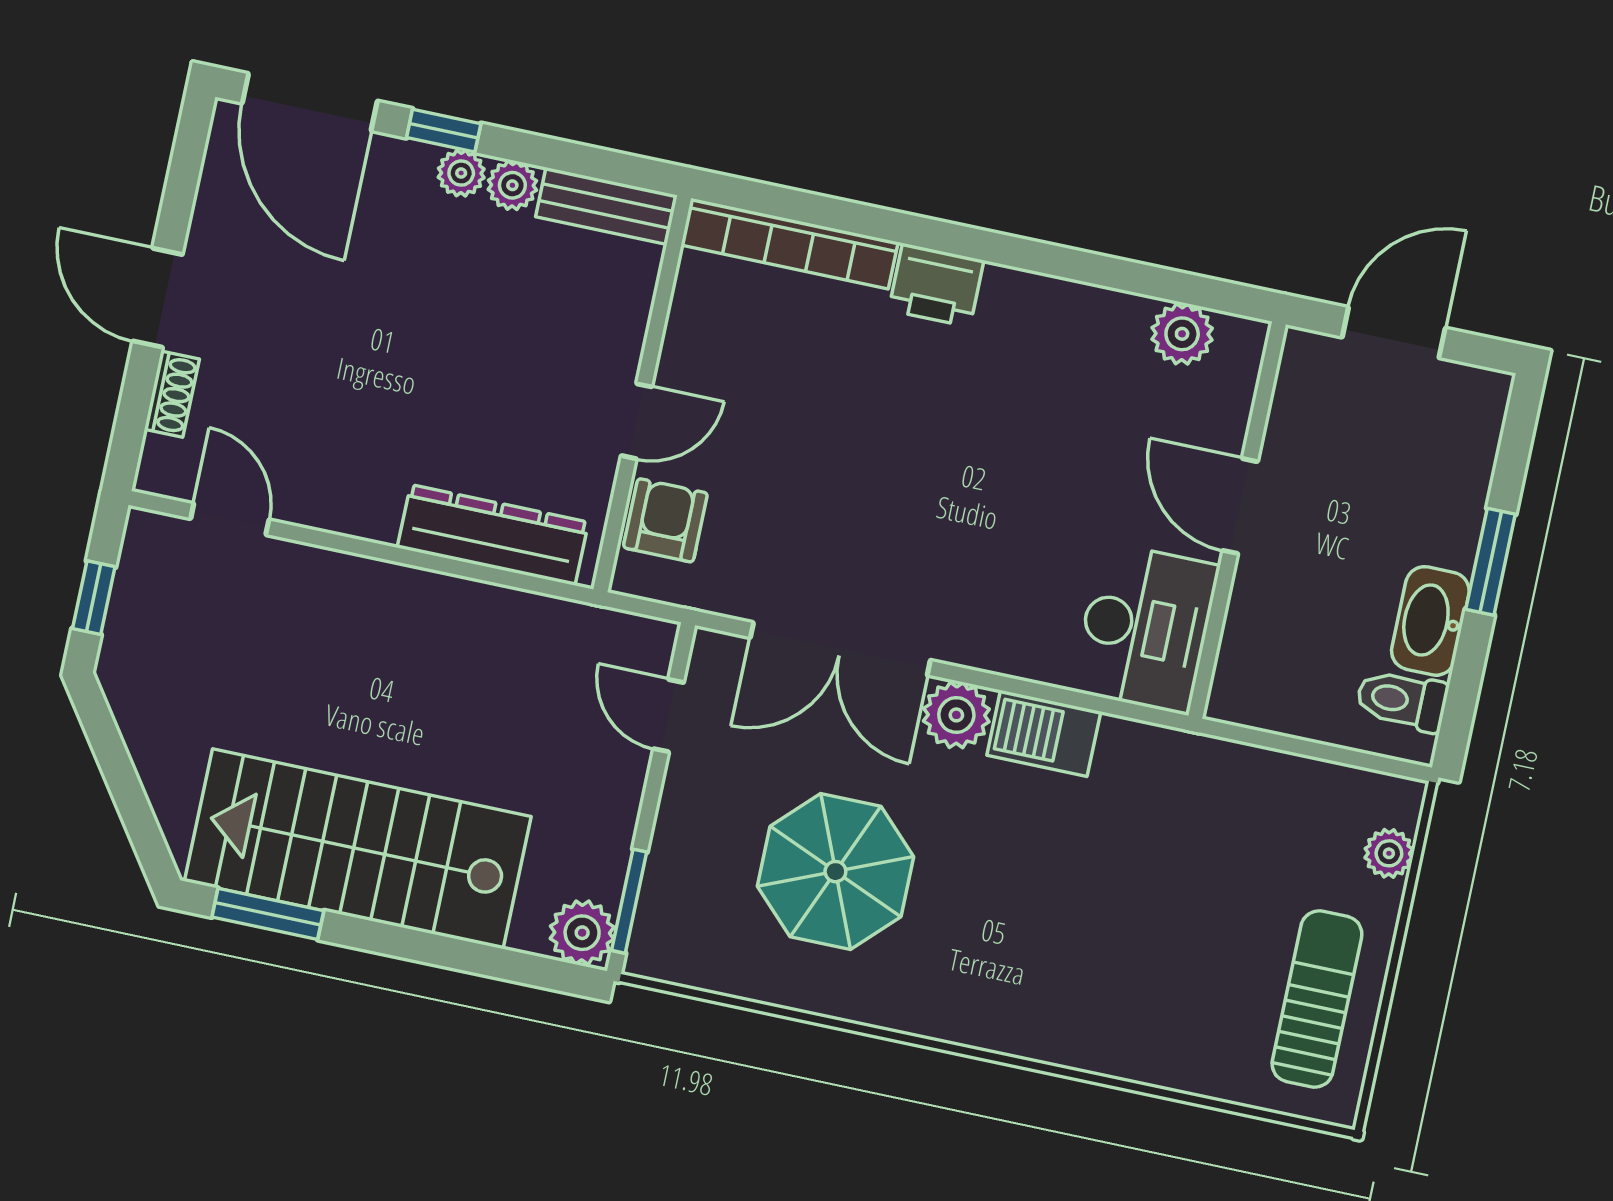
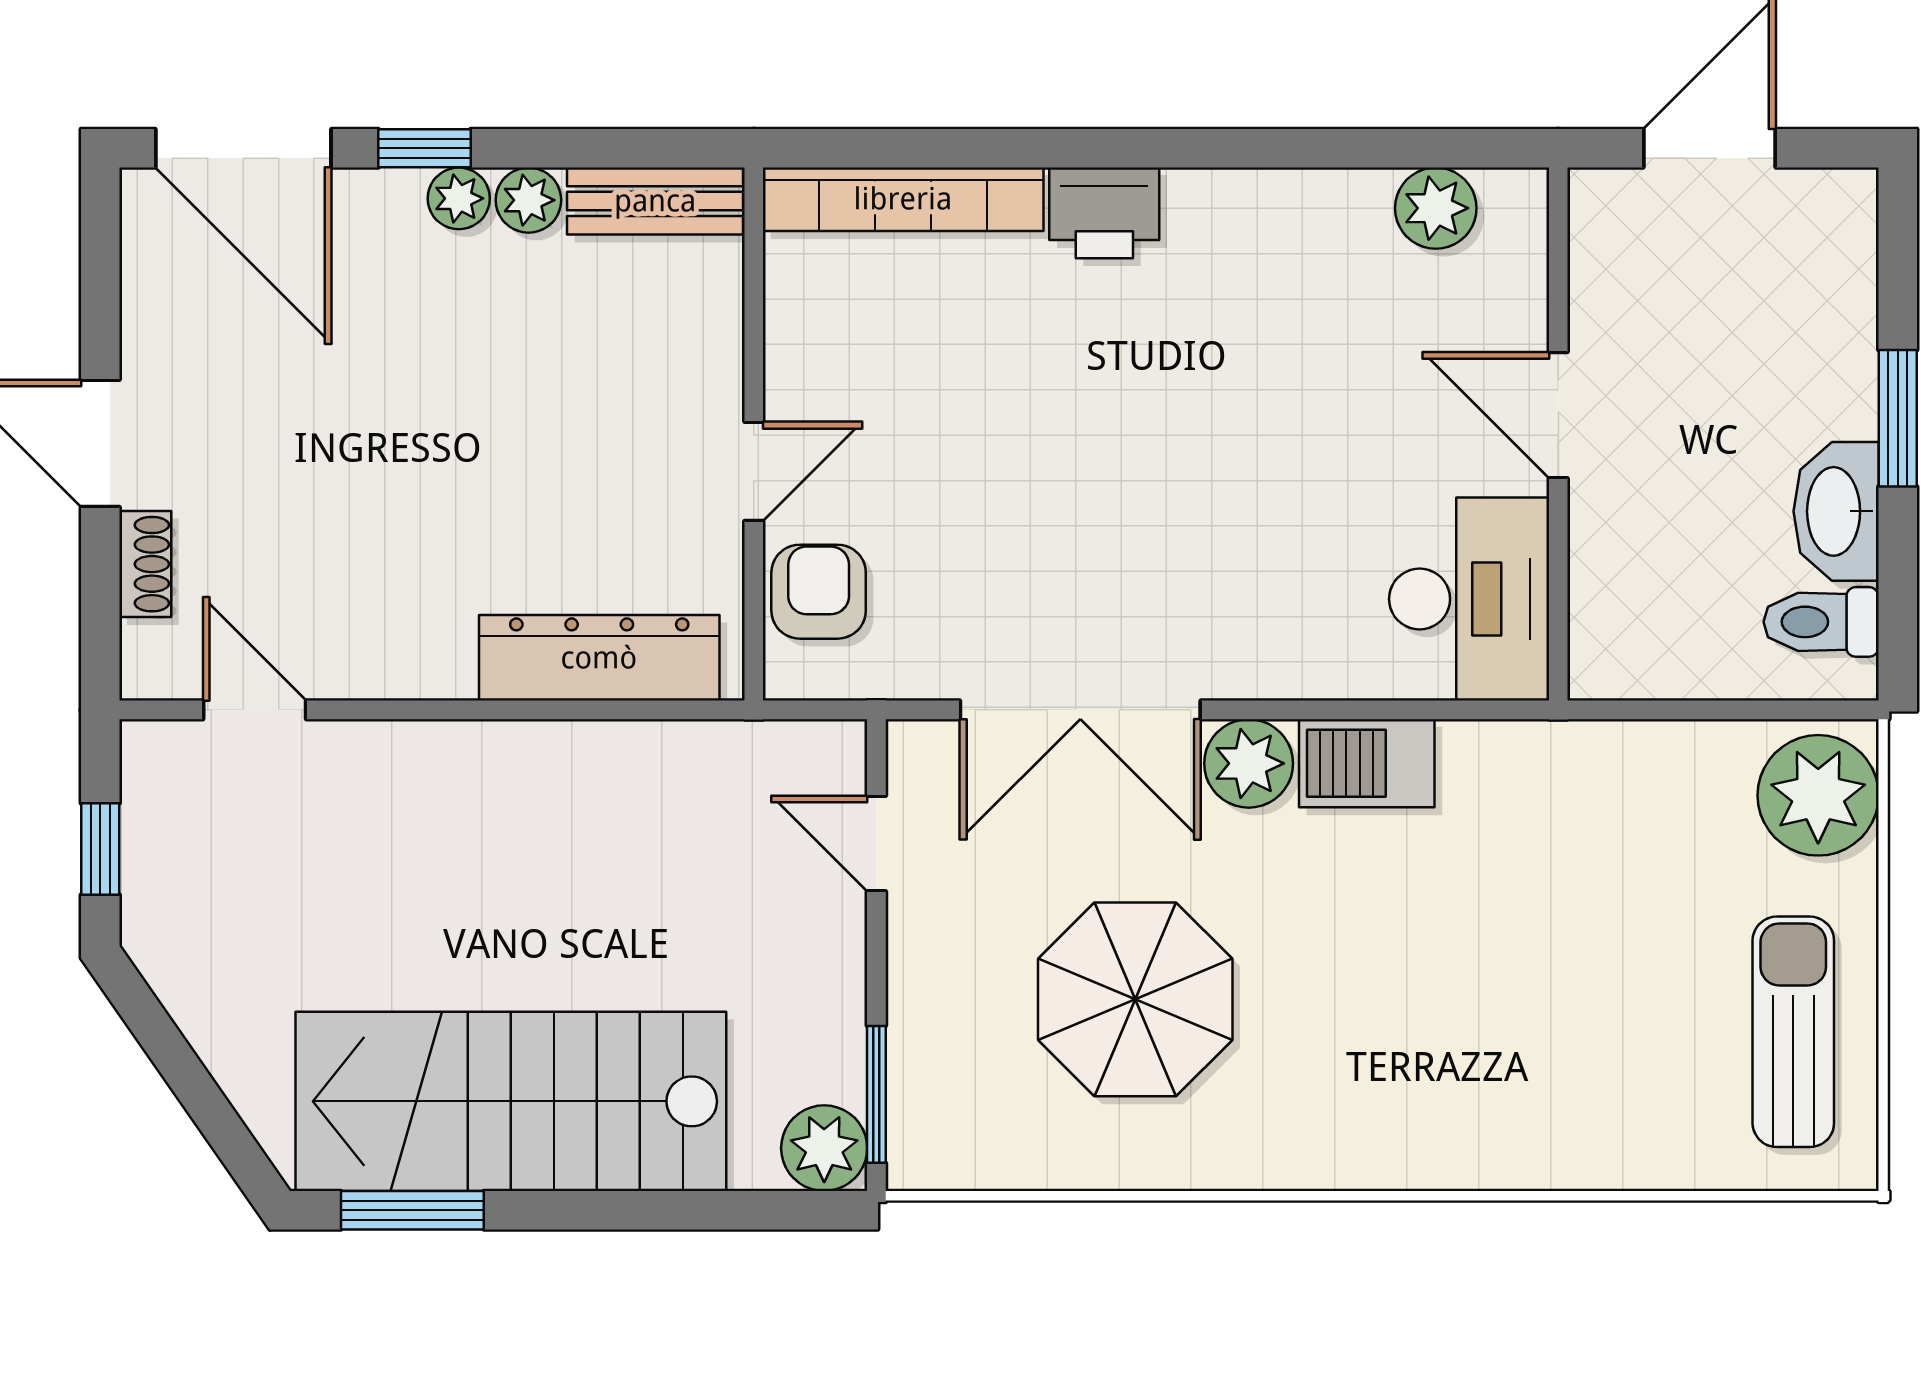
plant: (1389, 853) -> (1818, 795), width x1.87, depth x1.87

